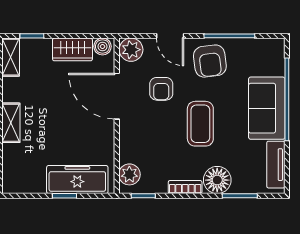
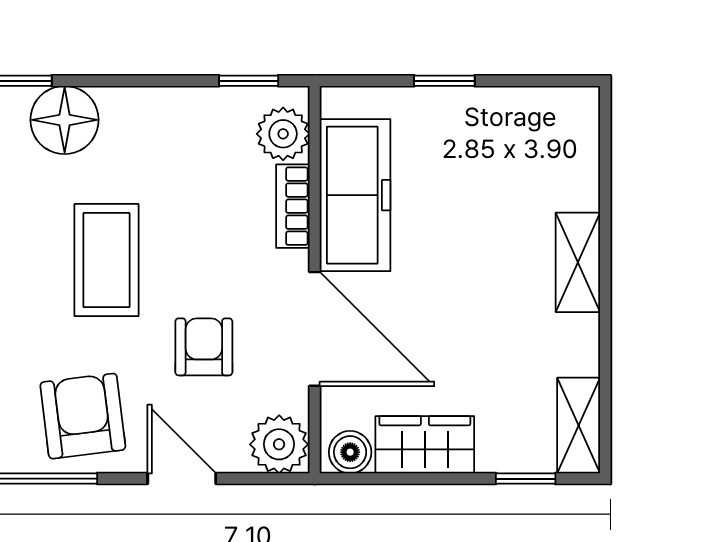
freezer: (77, 180) -> (355, 195), moved, turned -90
bookcase: (185, 187) -> (293, 206), moved, turned 90

